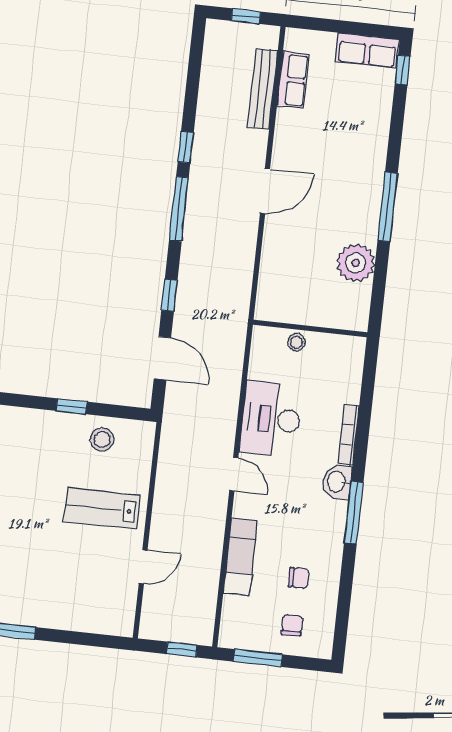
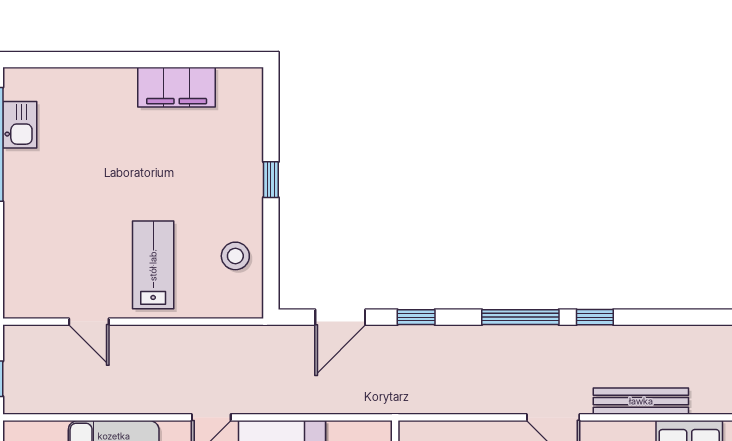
bench: (263, 89) -> (641, 401), moved
window: (71, 406) -> (271, 180), moved

